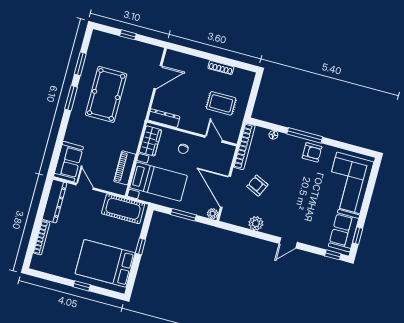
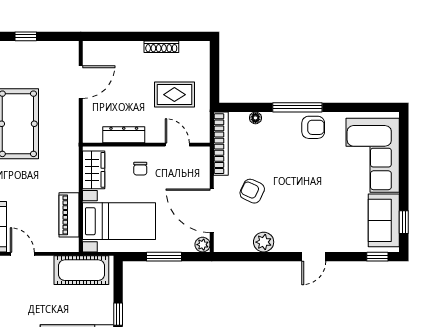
dresser: (164, 118) -> (124, 135), moved

